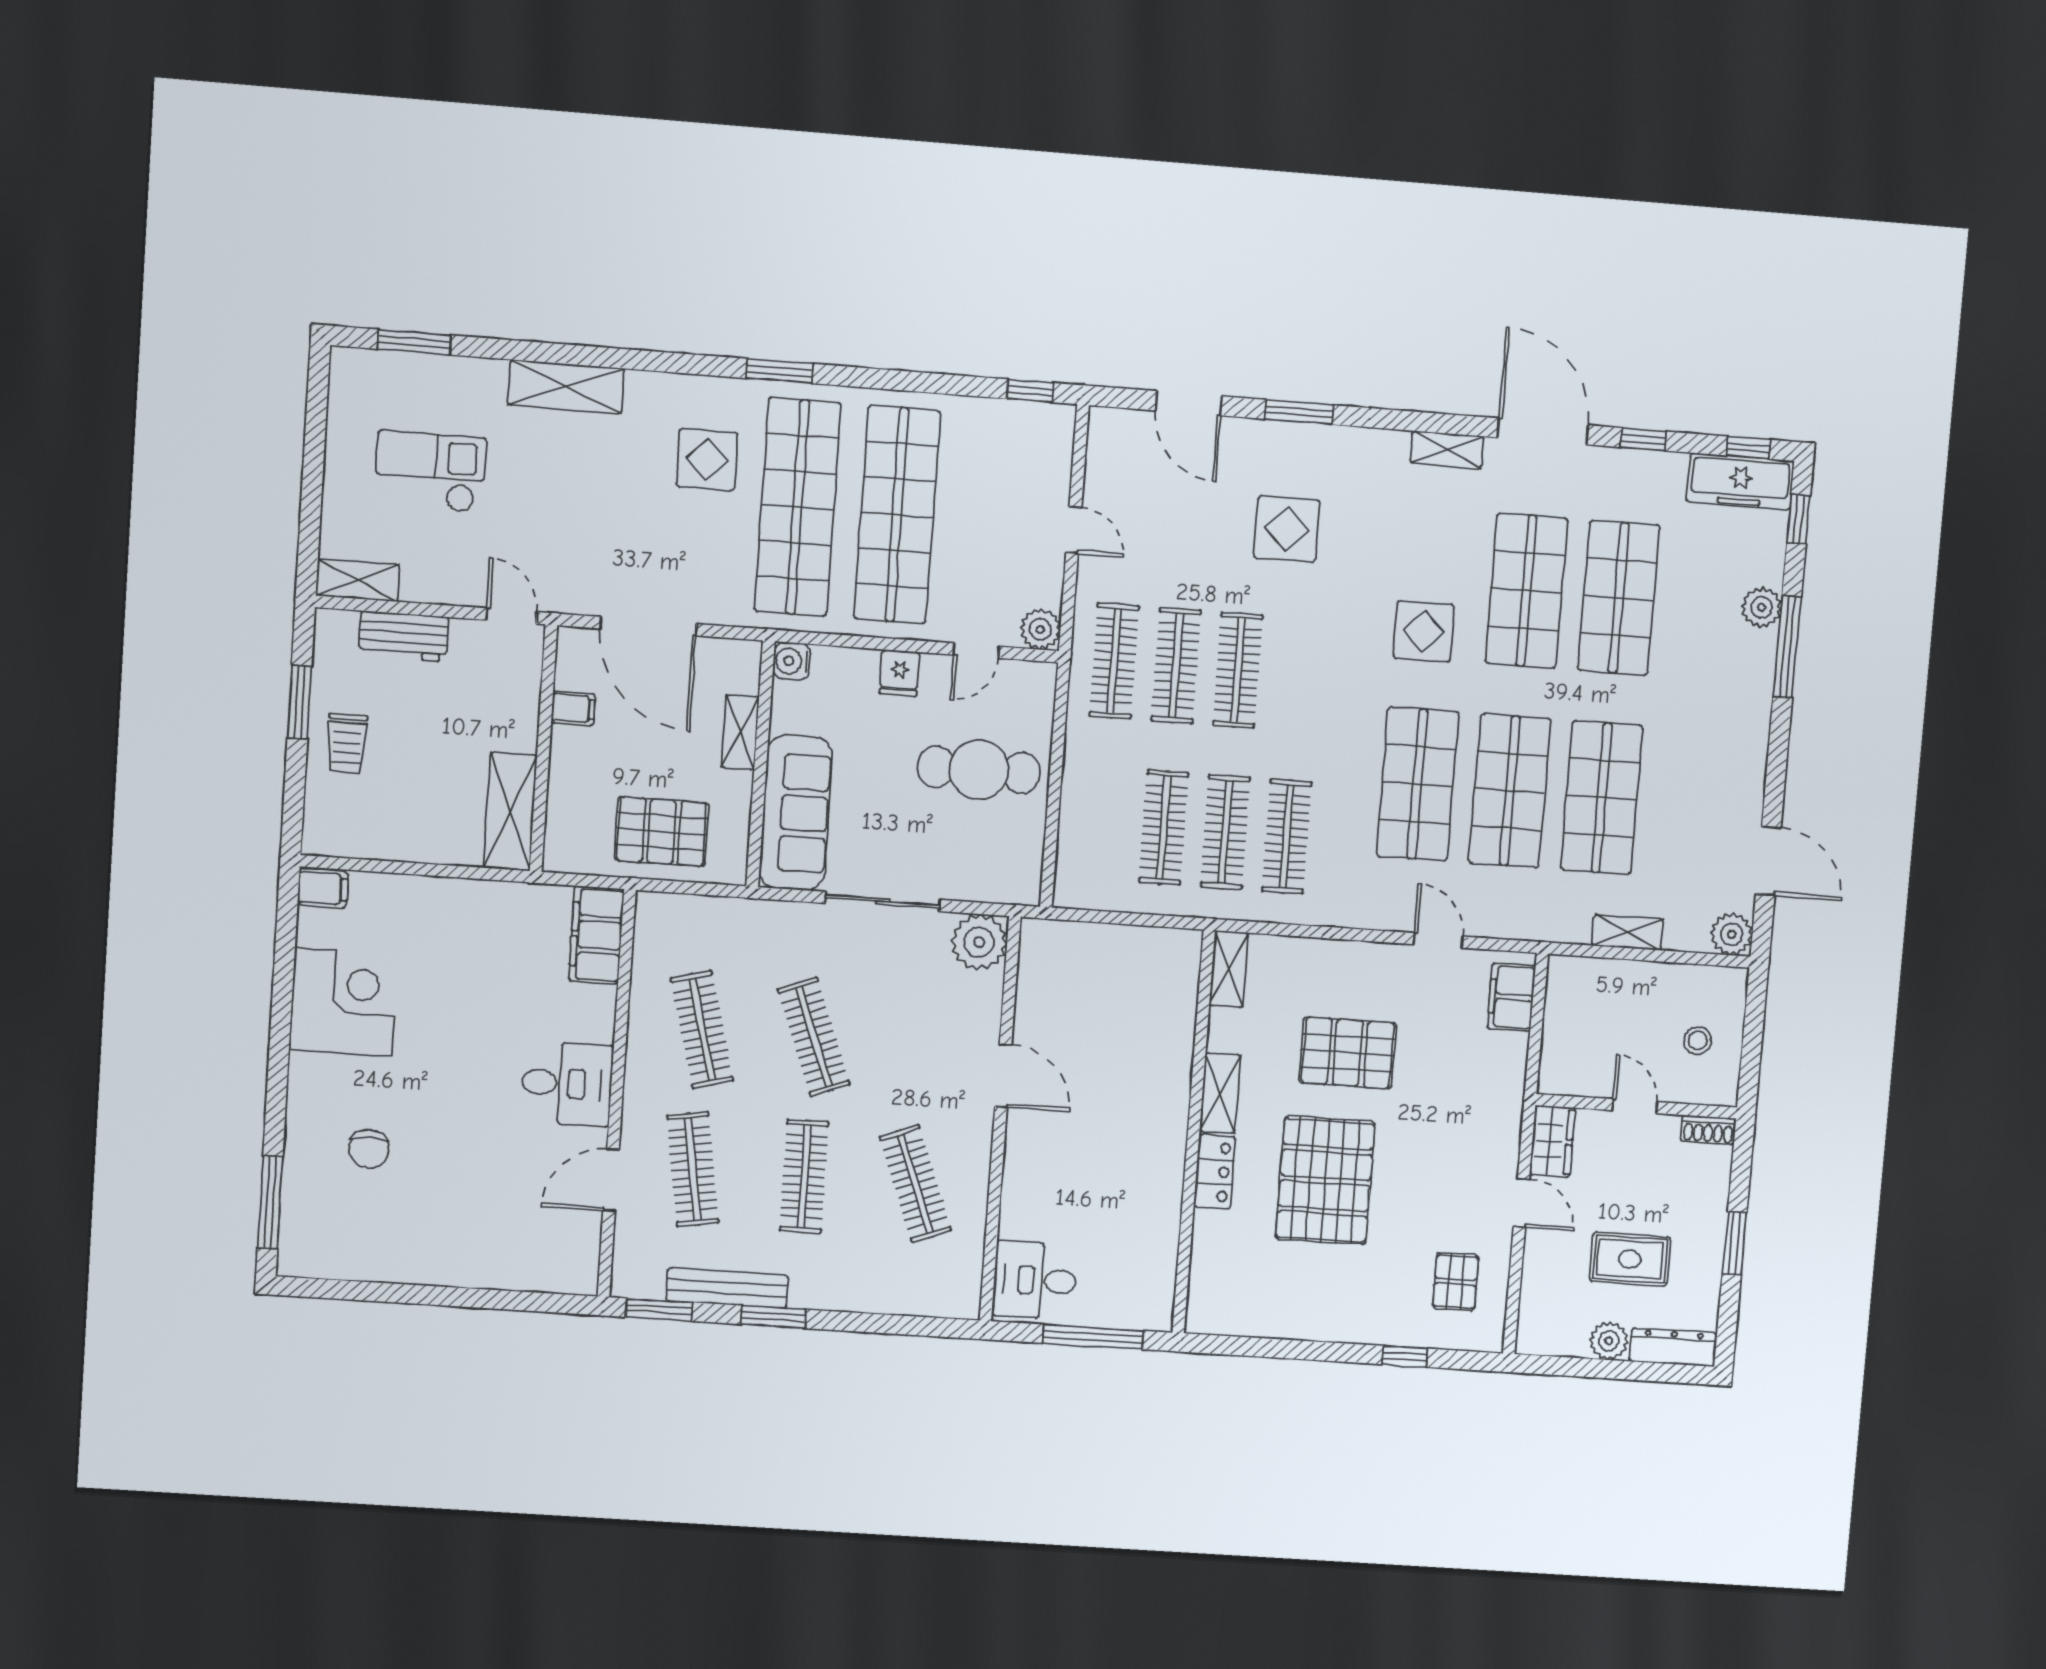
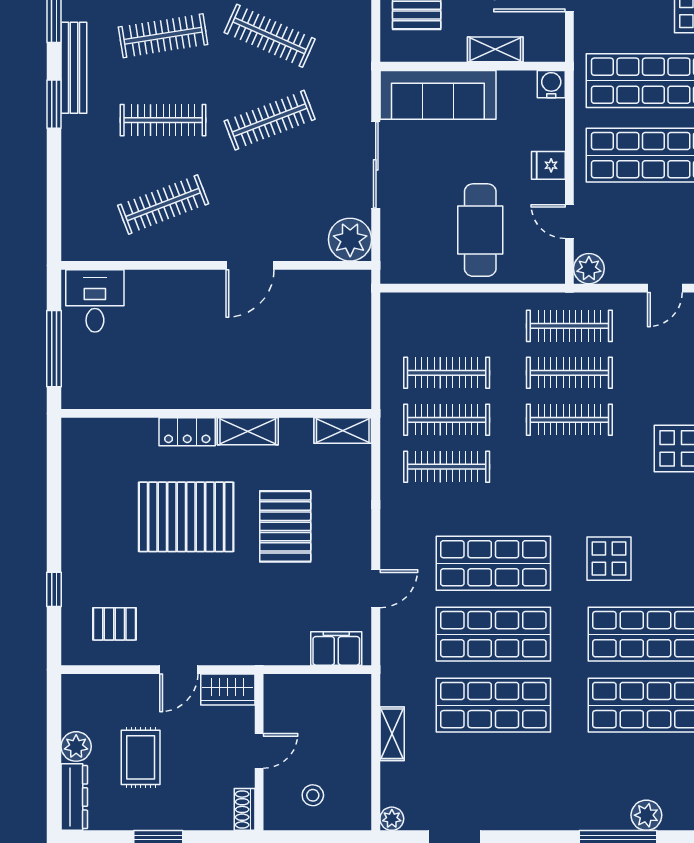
plant: (1732, 934) -> (392, 819), width x0.73, depth x0.73
clothes rail: (702, 1029) -> (270, 36), turned 39

